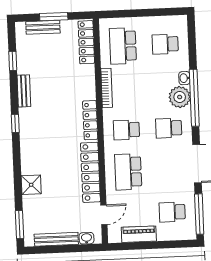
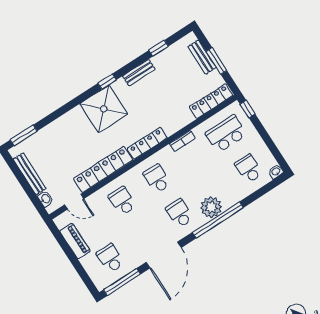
window: (112, 14) -> (248, 109), added
washbasin: (184, 78) -> (276, 172), moved
bookcase: (107, 88) -> (183, 141), width x0.64
school desk: (128, 172) -> (122, 201), width x0.54
shower: (31, 185) -> (104, 109), moved, width x1.86, depth x1.86

